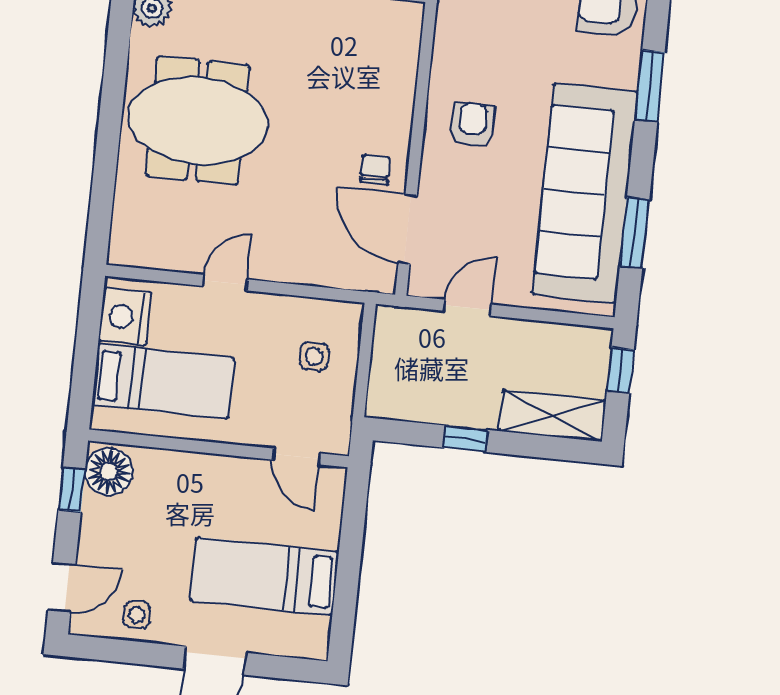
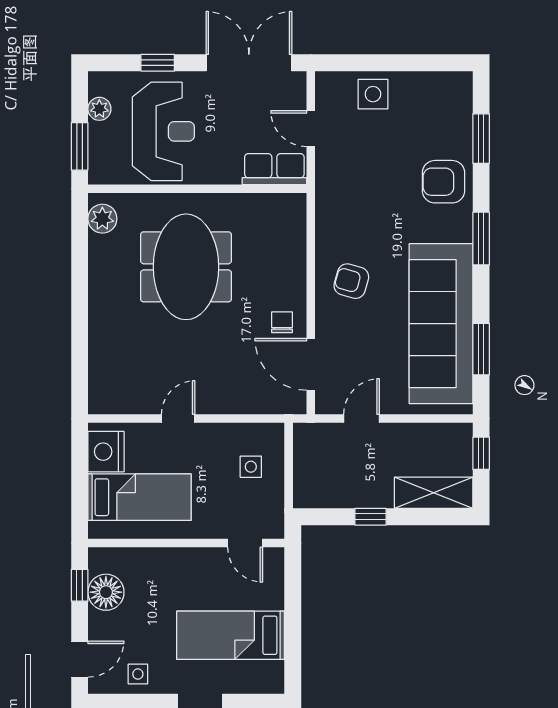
meeting table: (198, 120) -> (186, 267), moved, turned 90
armchair: (472, 125) -> (351, 281), turned -74
floor lamp: (109, 471) -> (106, 592), moved

